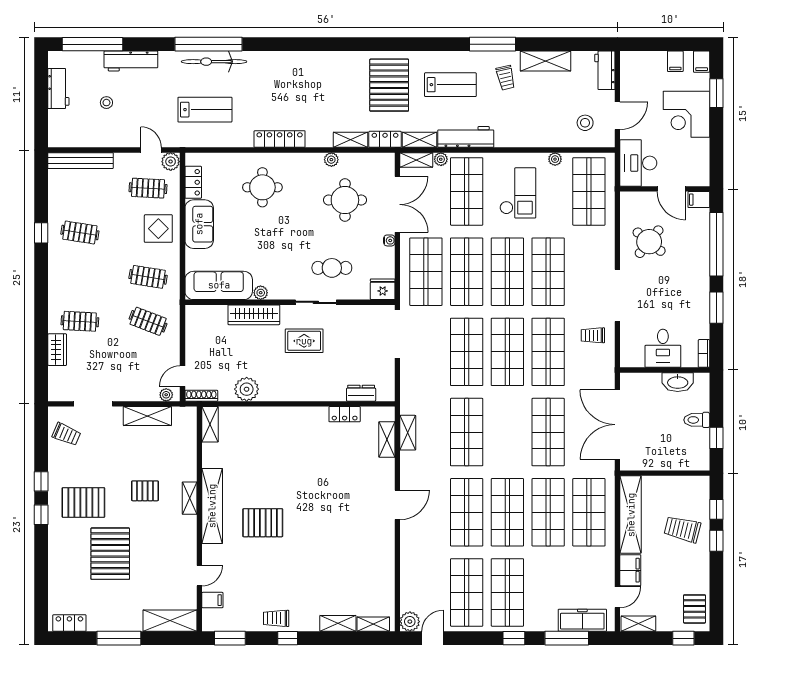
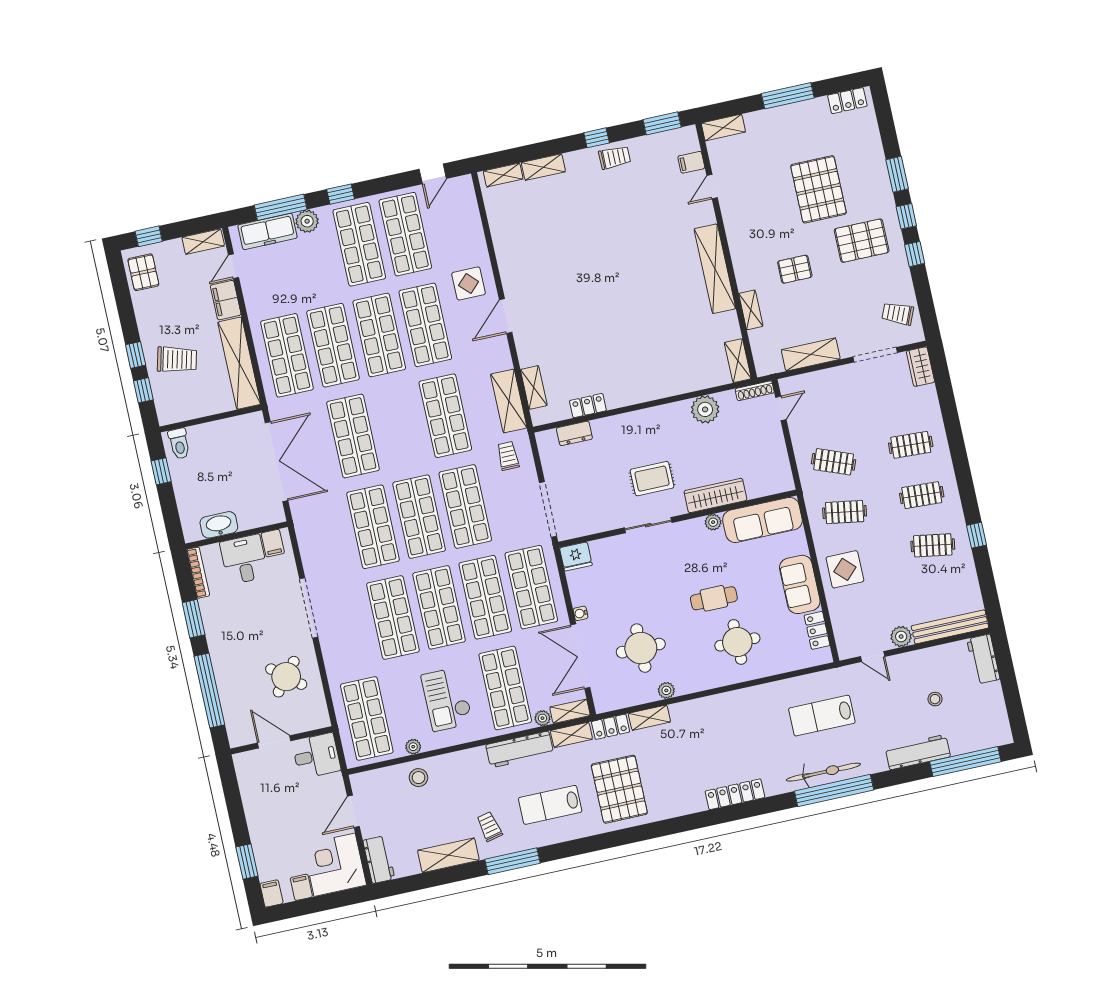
workbench: (58, 89) -> (983, 659), moved
corner desk: (686, 114) -> (335, 865), moved, turned -90
stool: (585, 123) -> (419, 778), moved
locker: (280, 139) -> (735, 794), moved, turned 180
plant: (171, 162) -> (901, 637), moved
desk: (638, 163) -> (316, 756), width x0.73
clothes rail: (148, 188) -> (922, 495), moved
filing cabinet: (699, 200) -> (273, 543), moved, turned 90
cafe table: (332, 268) -> (714, 598), moved
trolley: (593, 335) -> (508, 456), moved, turned -90
wardrobe: (57, 350) -> (920, 367), moved
bookcase: (704, 353) -> (198, 573), width x1.56
plant: (166, 395) -> (795, 383), removed
toilet: (697, 420) -> (179, 444), moved, turned 90
shelving: (408, 433) -> (509, 401), width x1.50, depth x1.33
shelving: (190, 498) -> (751, 310), moved
pallet: (263, 523) -> (654, 262), removed
display table: (423, 539) -> (469, 283), added
window: (41, 552) -> (897, 174), added
shelving: (170, 621) -> (723, 128), width x0.67, depth x0.75
plant: (410, 622) -> (307, 221), moved

